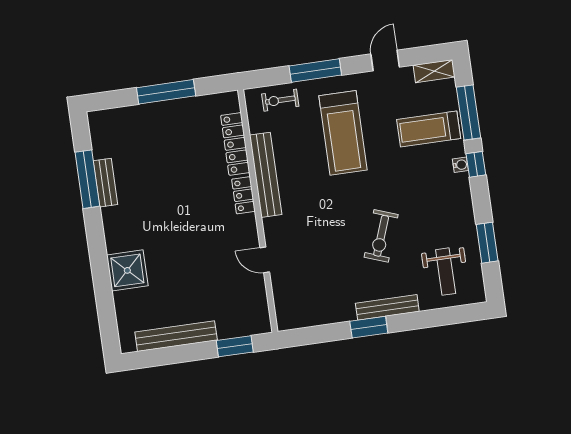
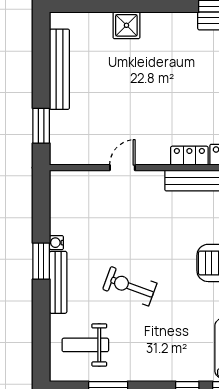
water cooler: (460, 165) -> (56, 243), moved, turned 90
shower: (127, 270) -> (126, 25), width x0.73, depth x0.73

